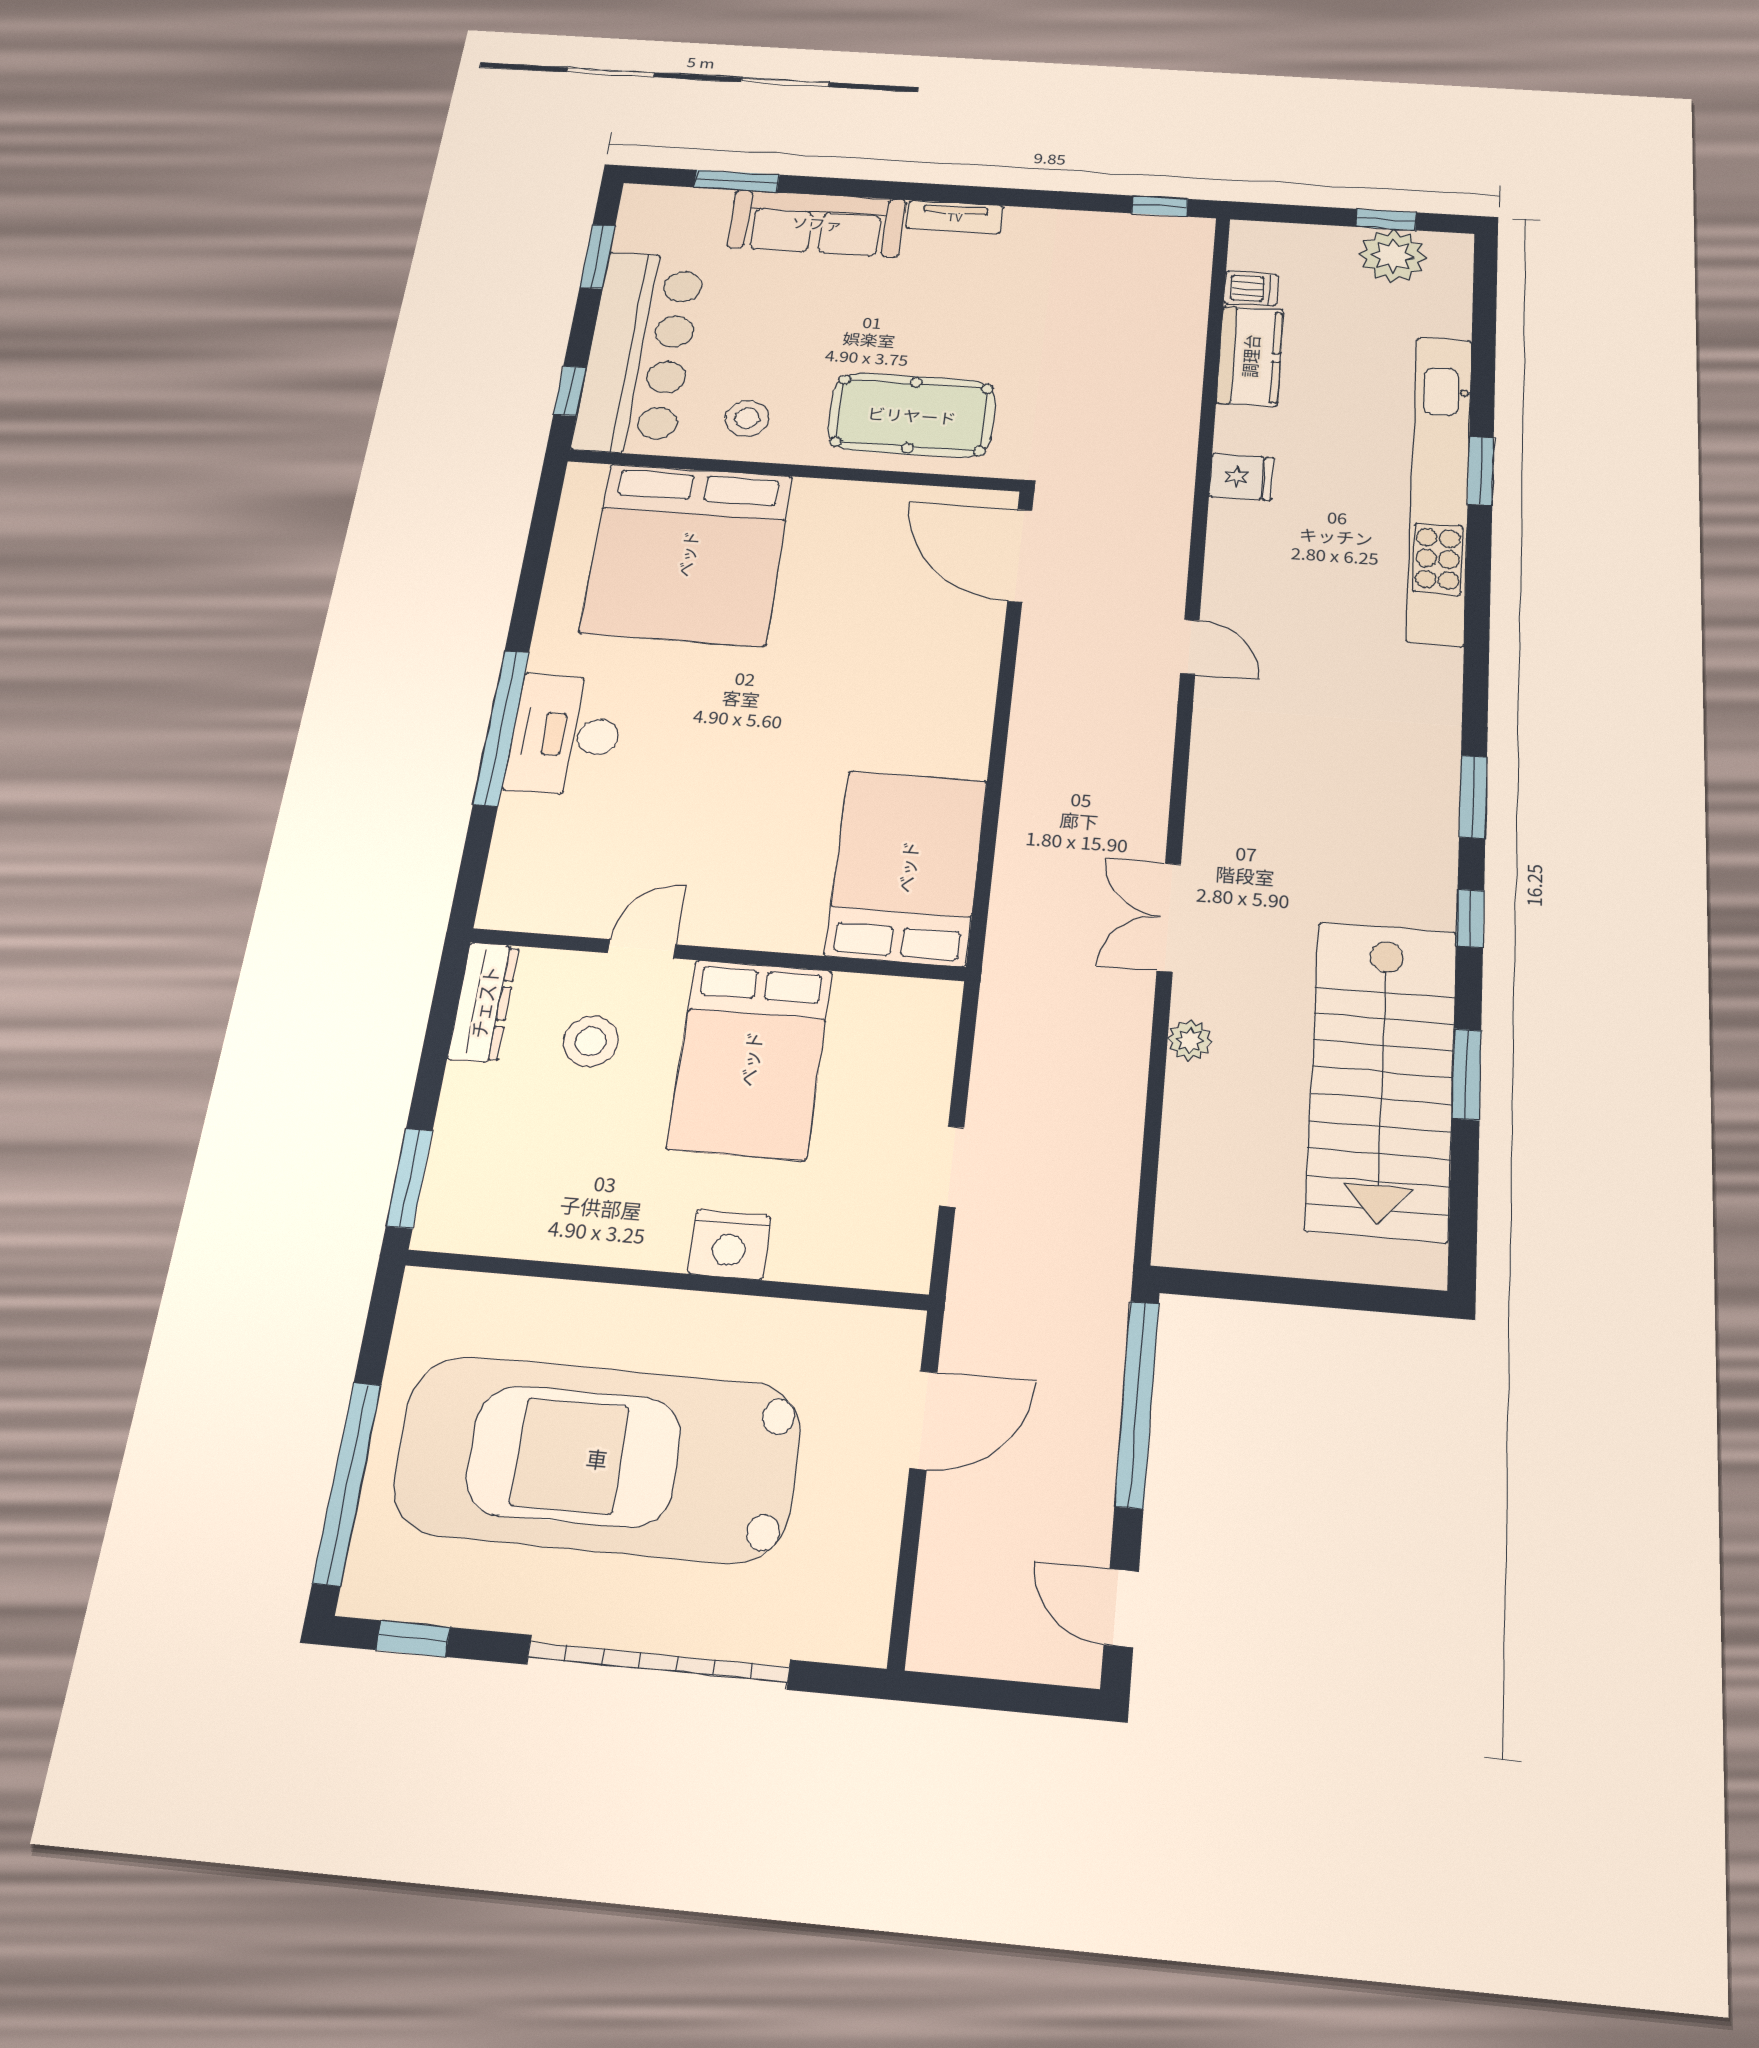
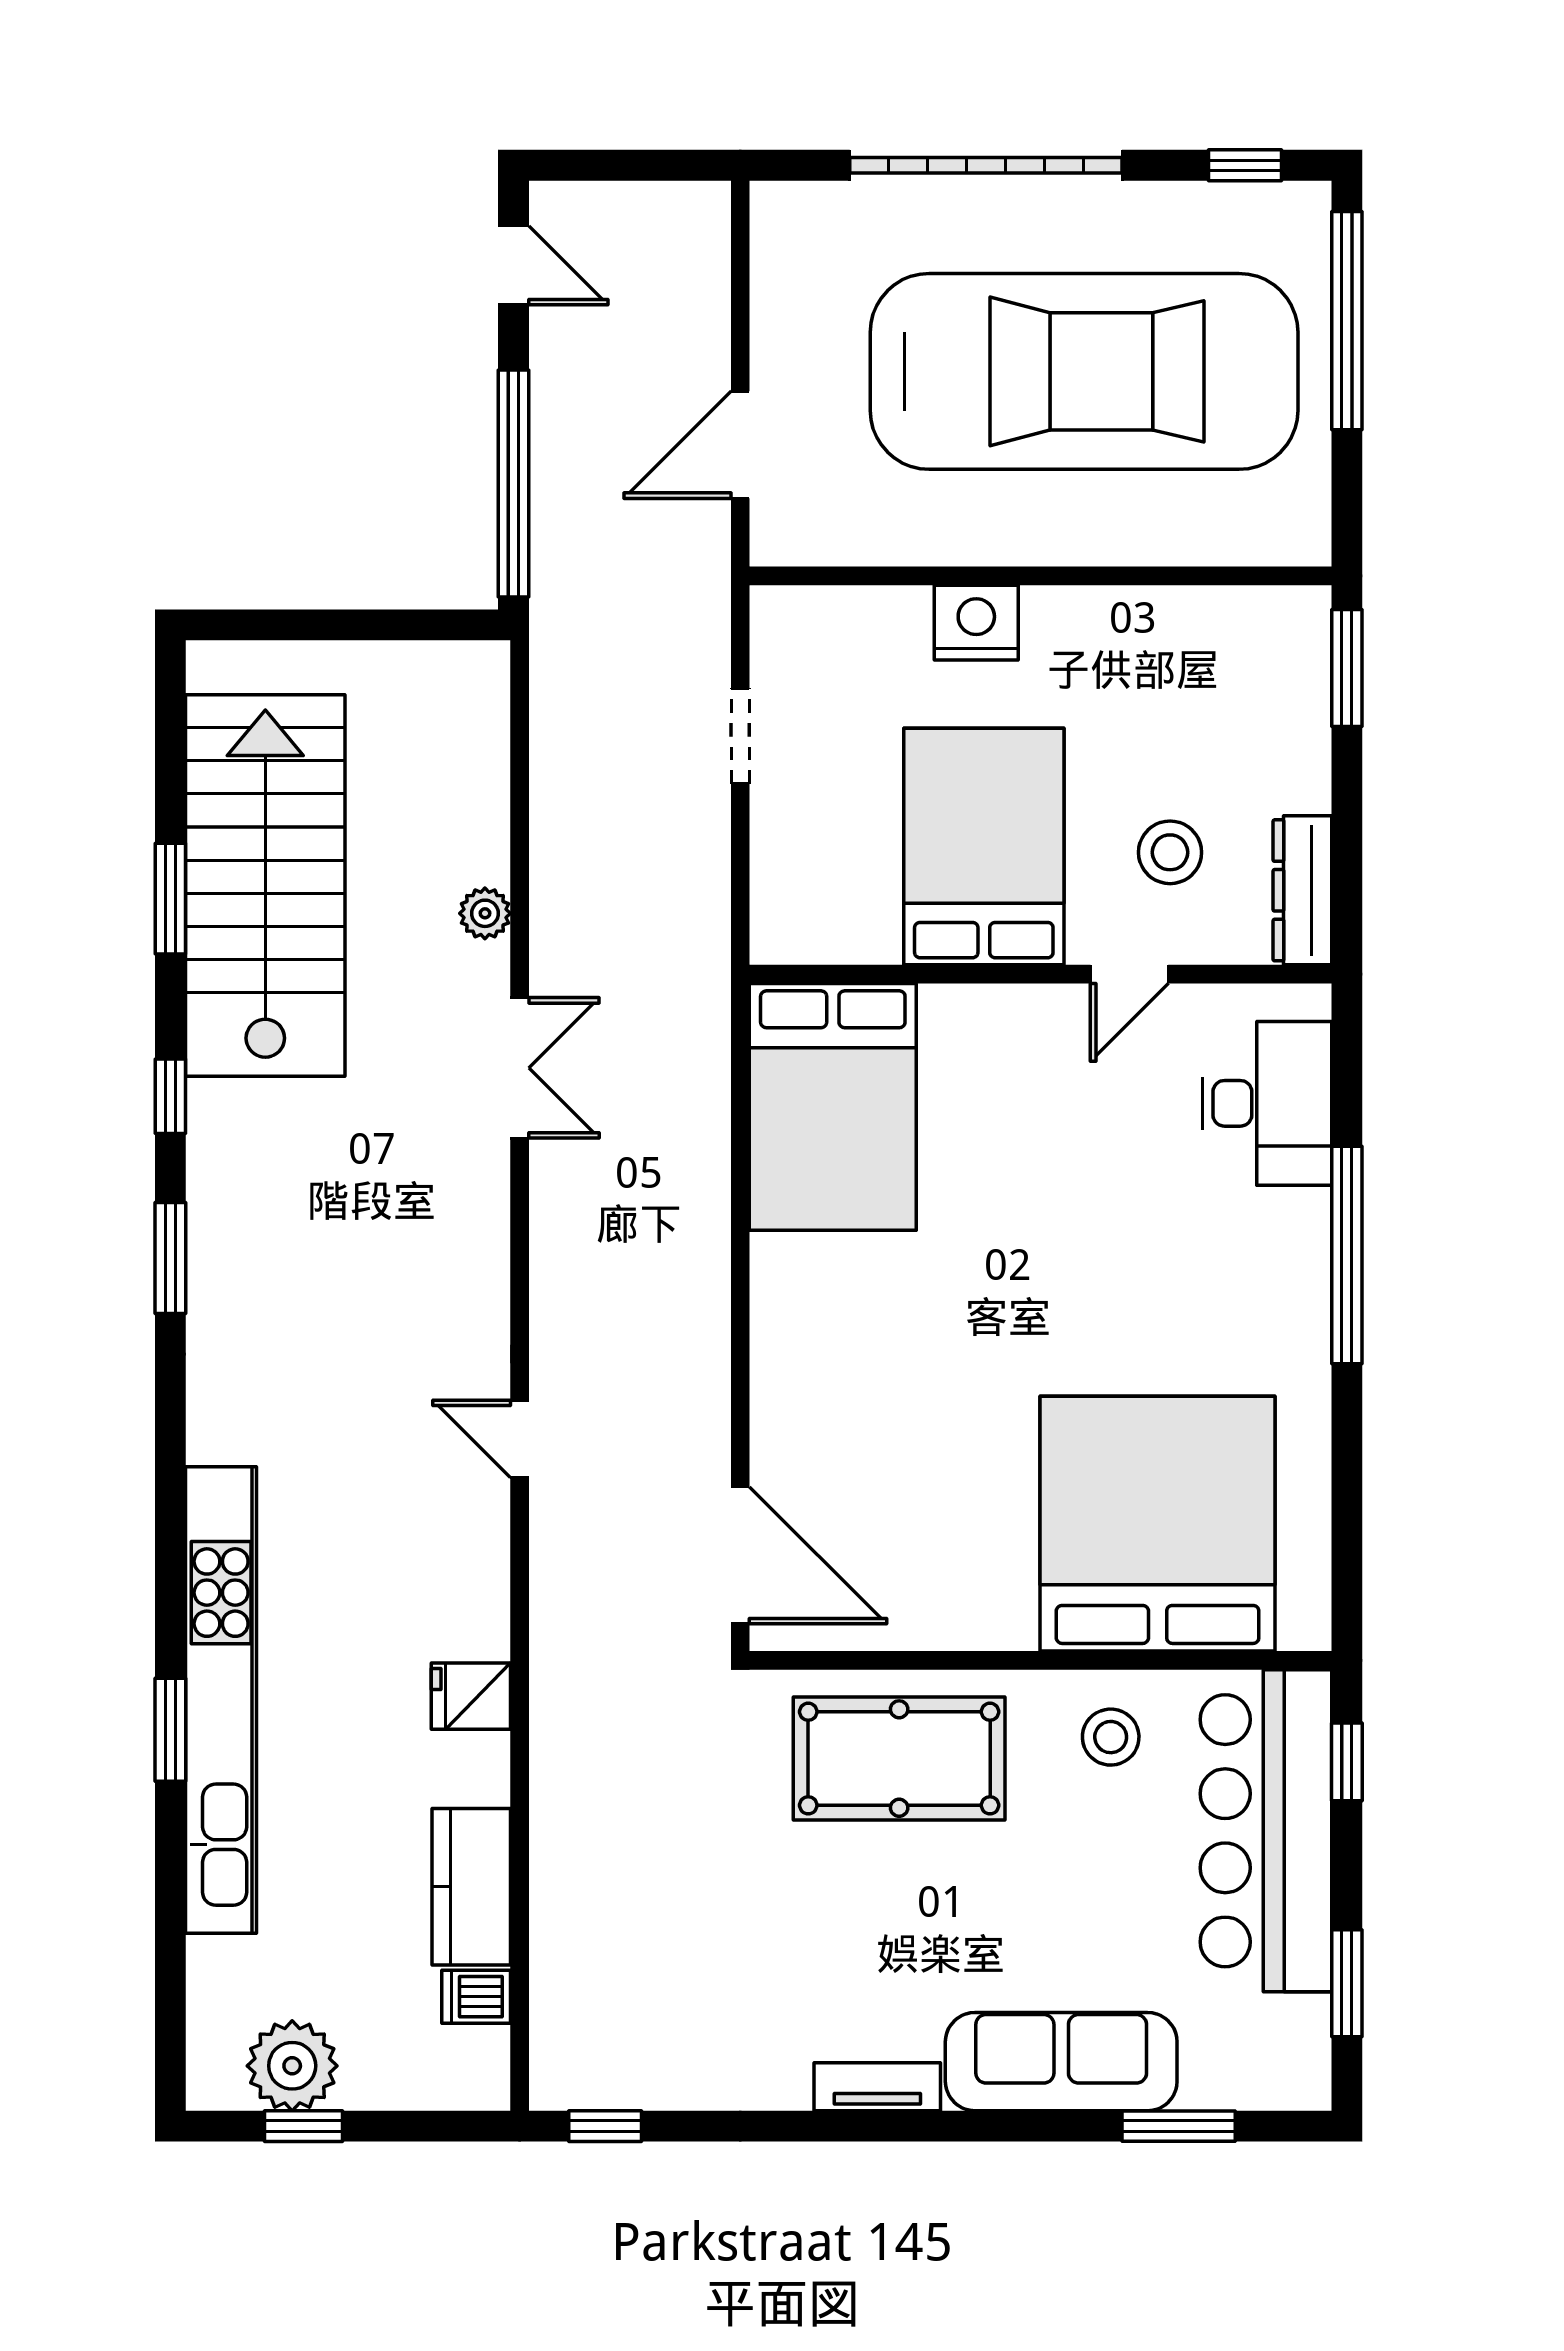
desk: (565, 735) -> (1267, 1103), moved

